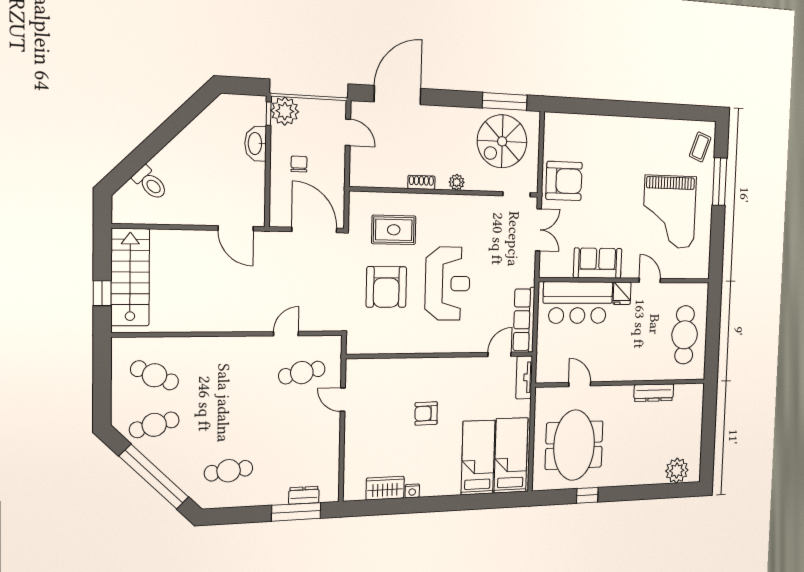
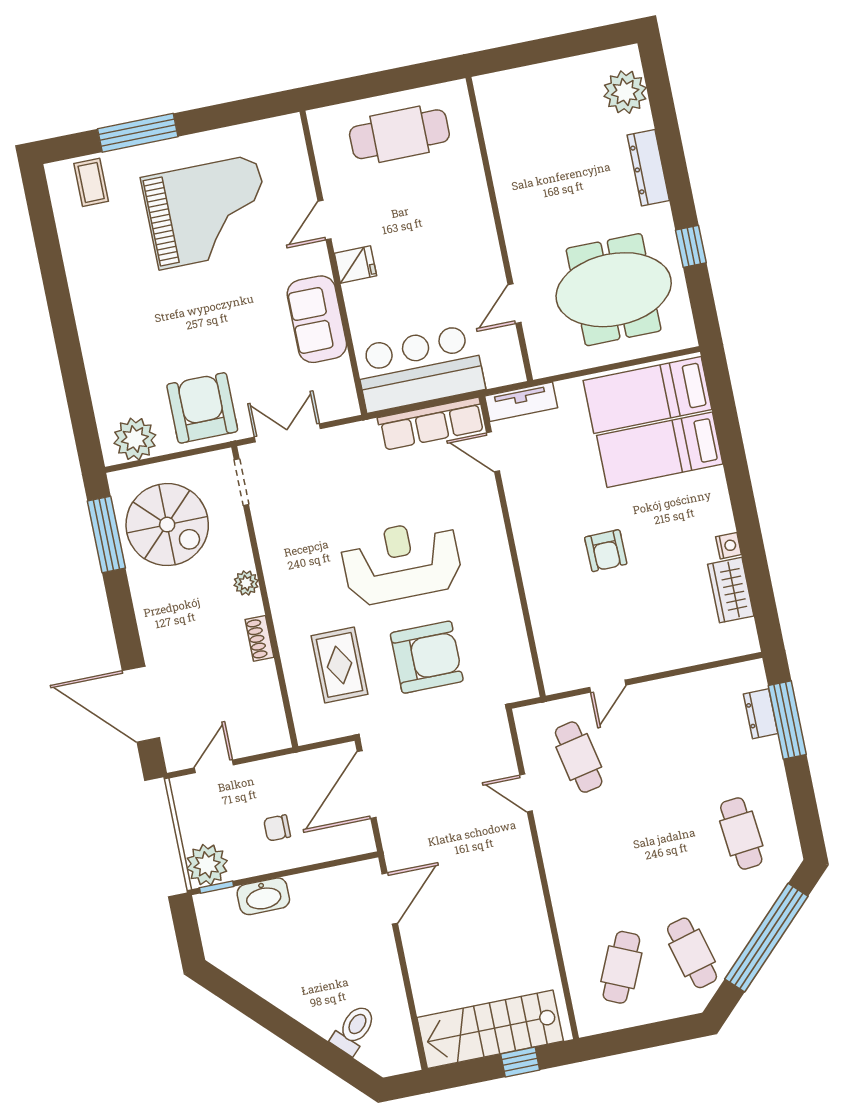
plant: (556, 135) -> (135, 439), added
coffee table: (700, 147) -> (91, 182), turned 70
bar counter: (578, 303) -> (420, 368), moved, turned -90
dresser: (654, 393) -> (648, 168), moved, turned 180

